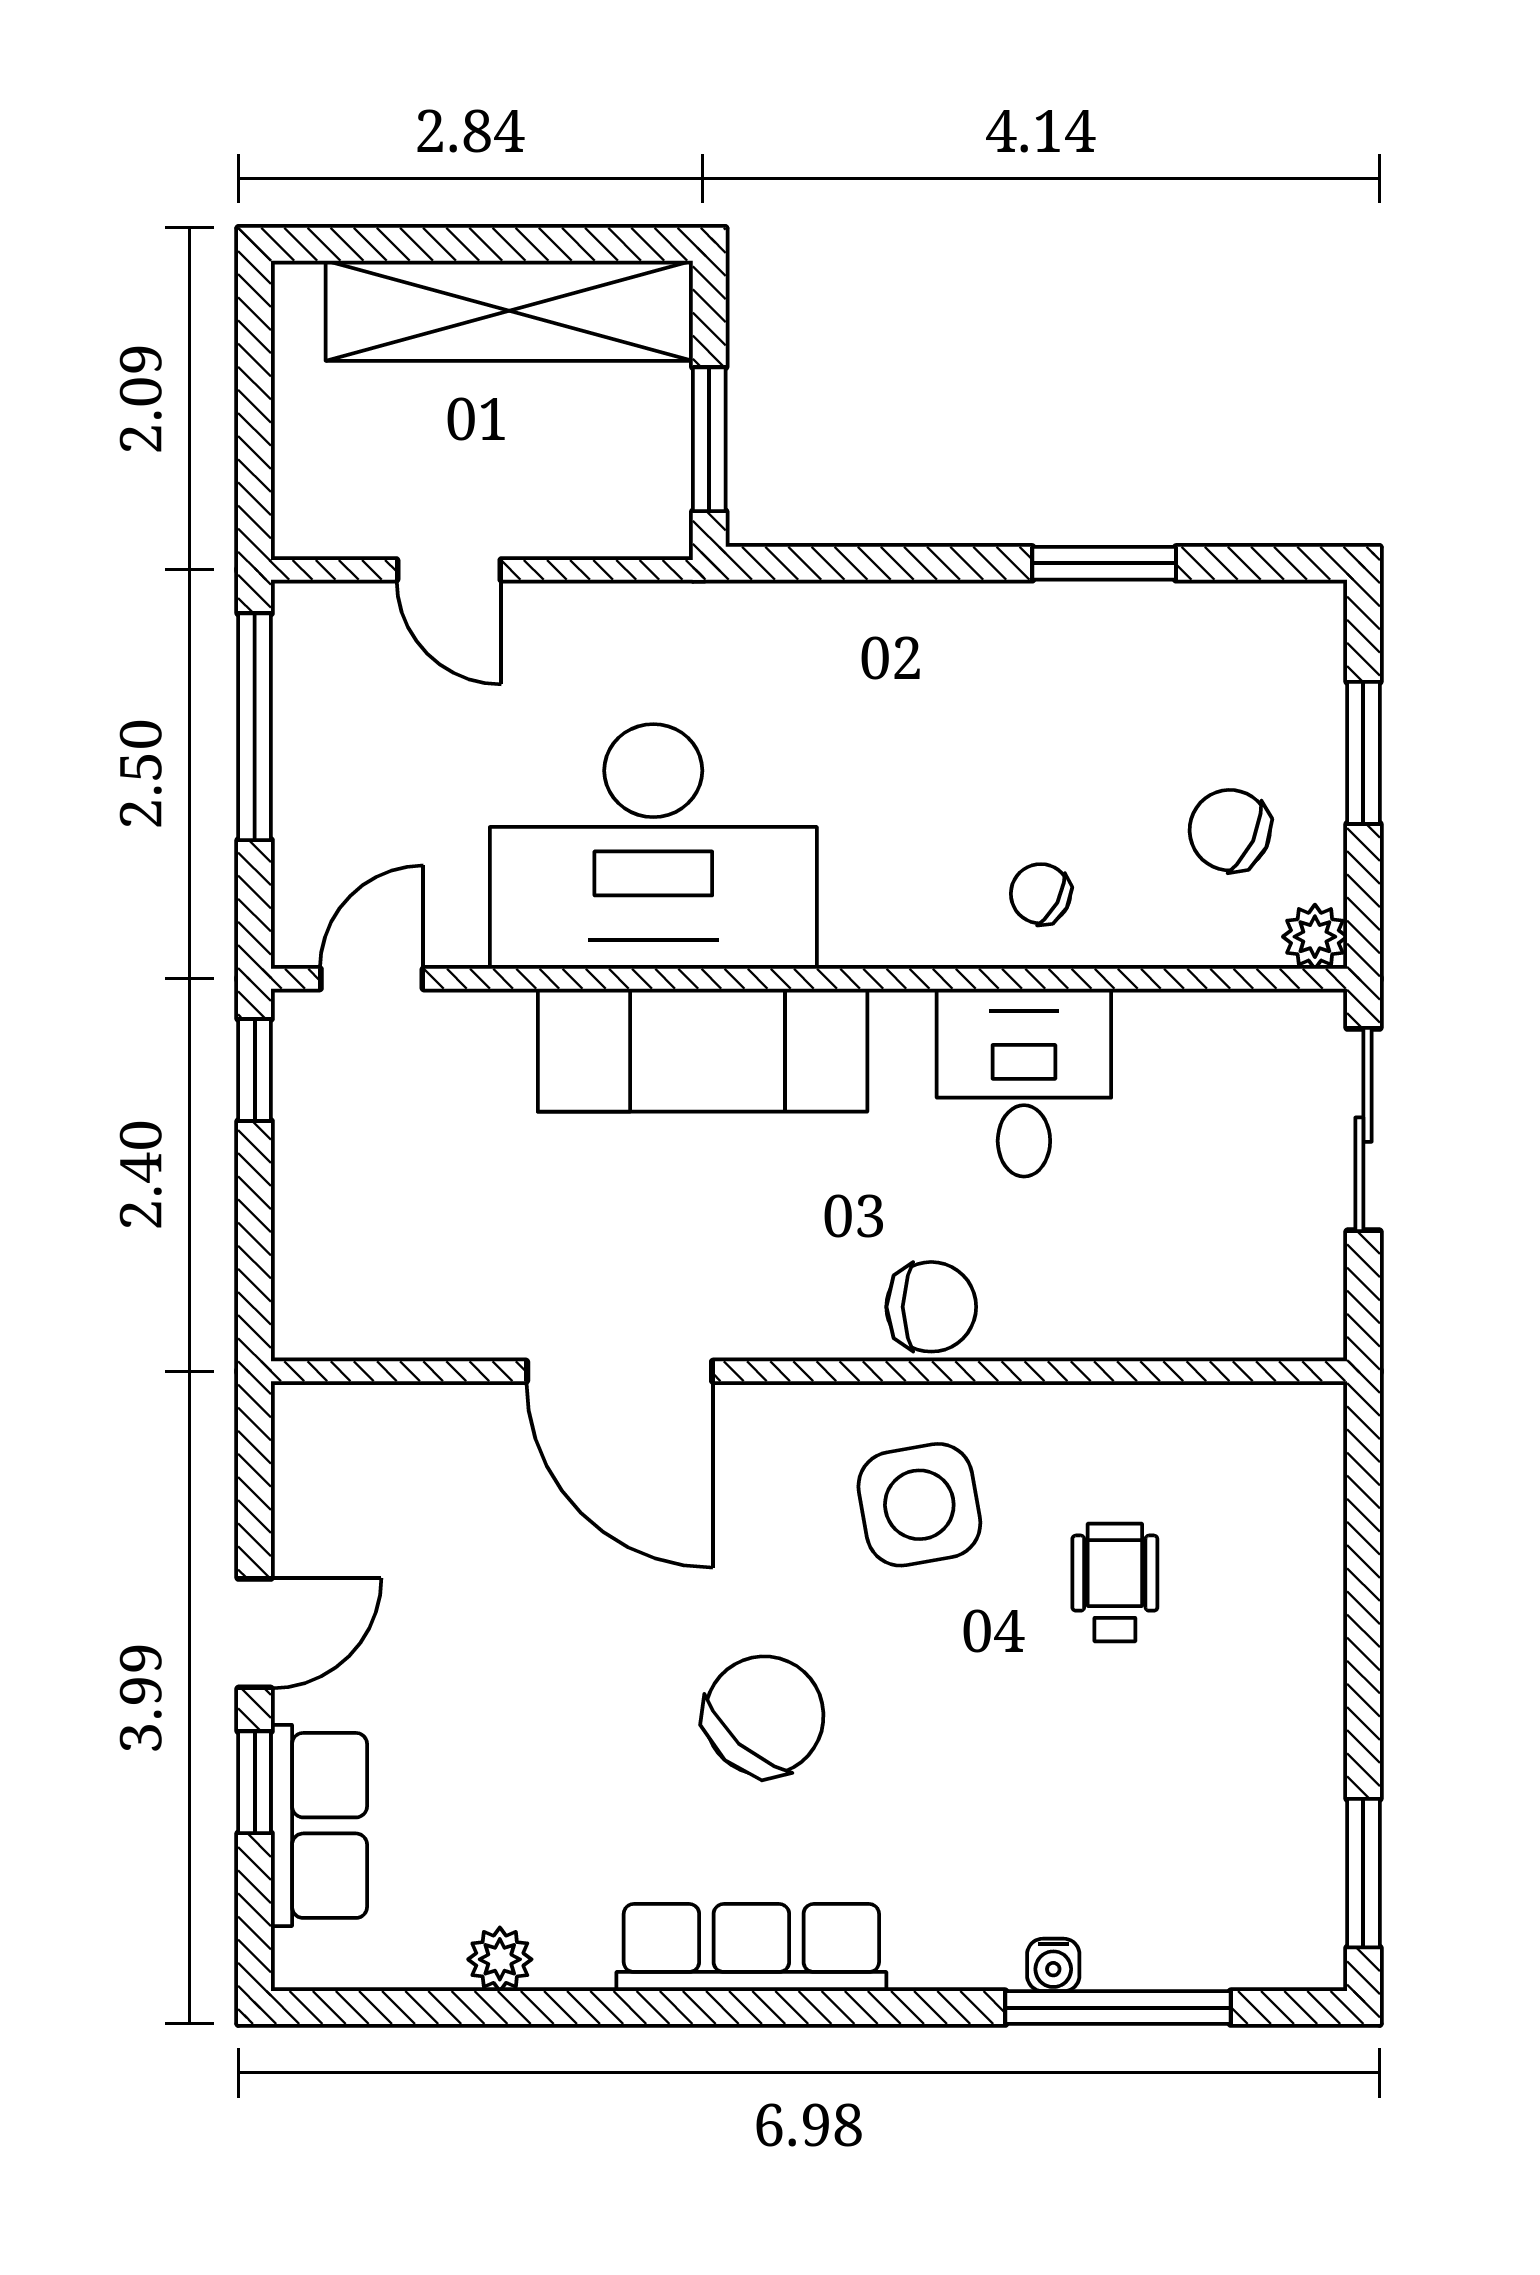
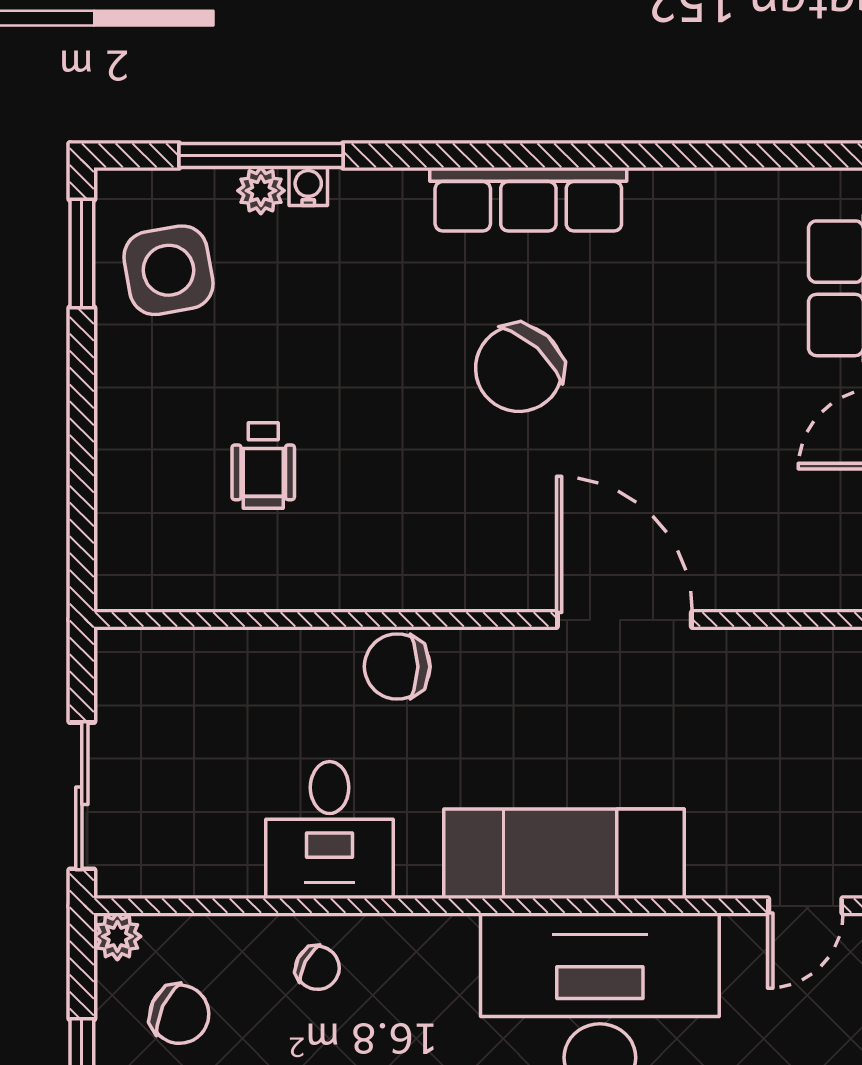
side table: (919, 1505) -> (168, 270), moved
plant: (500, 1959) -> (261, 191), moved

